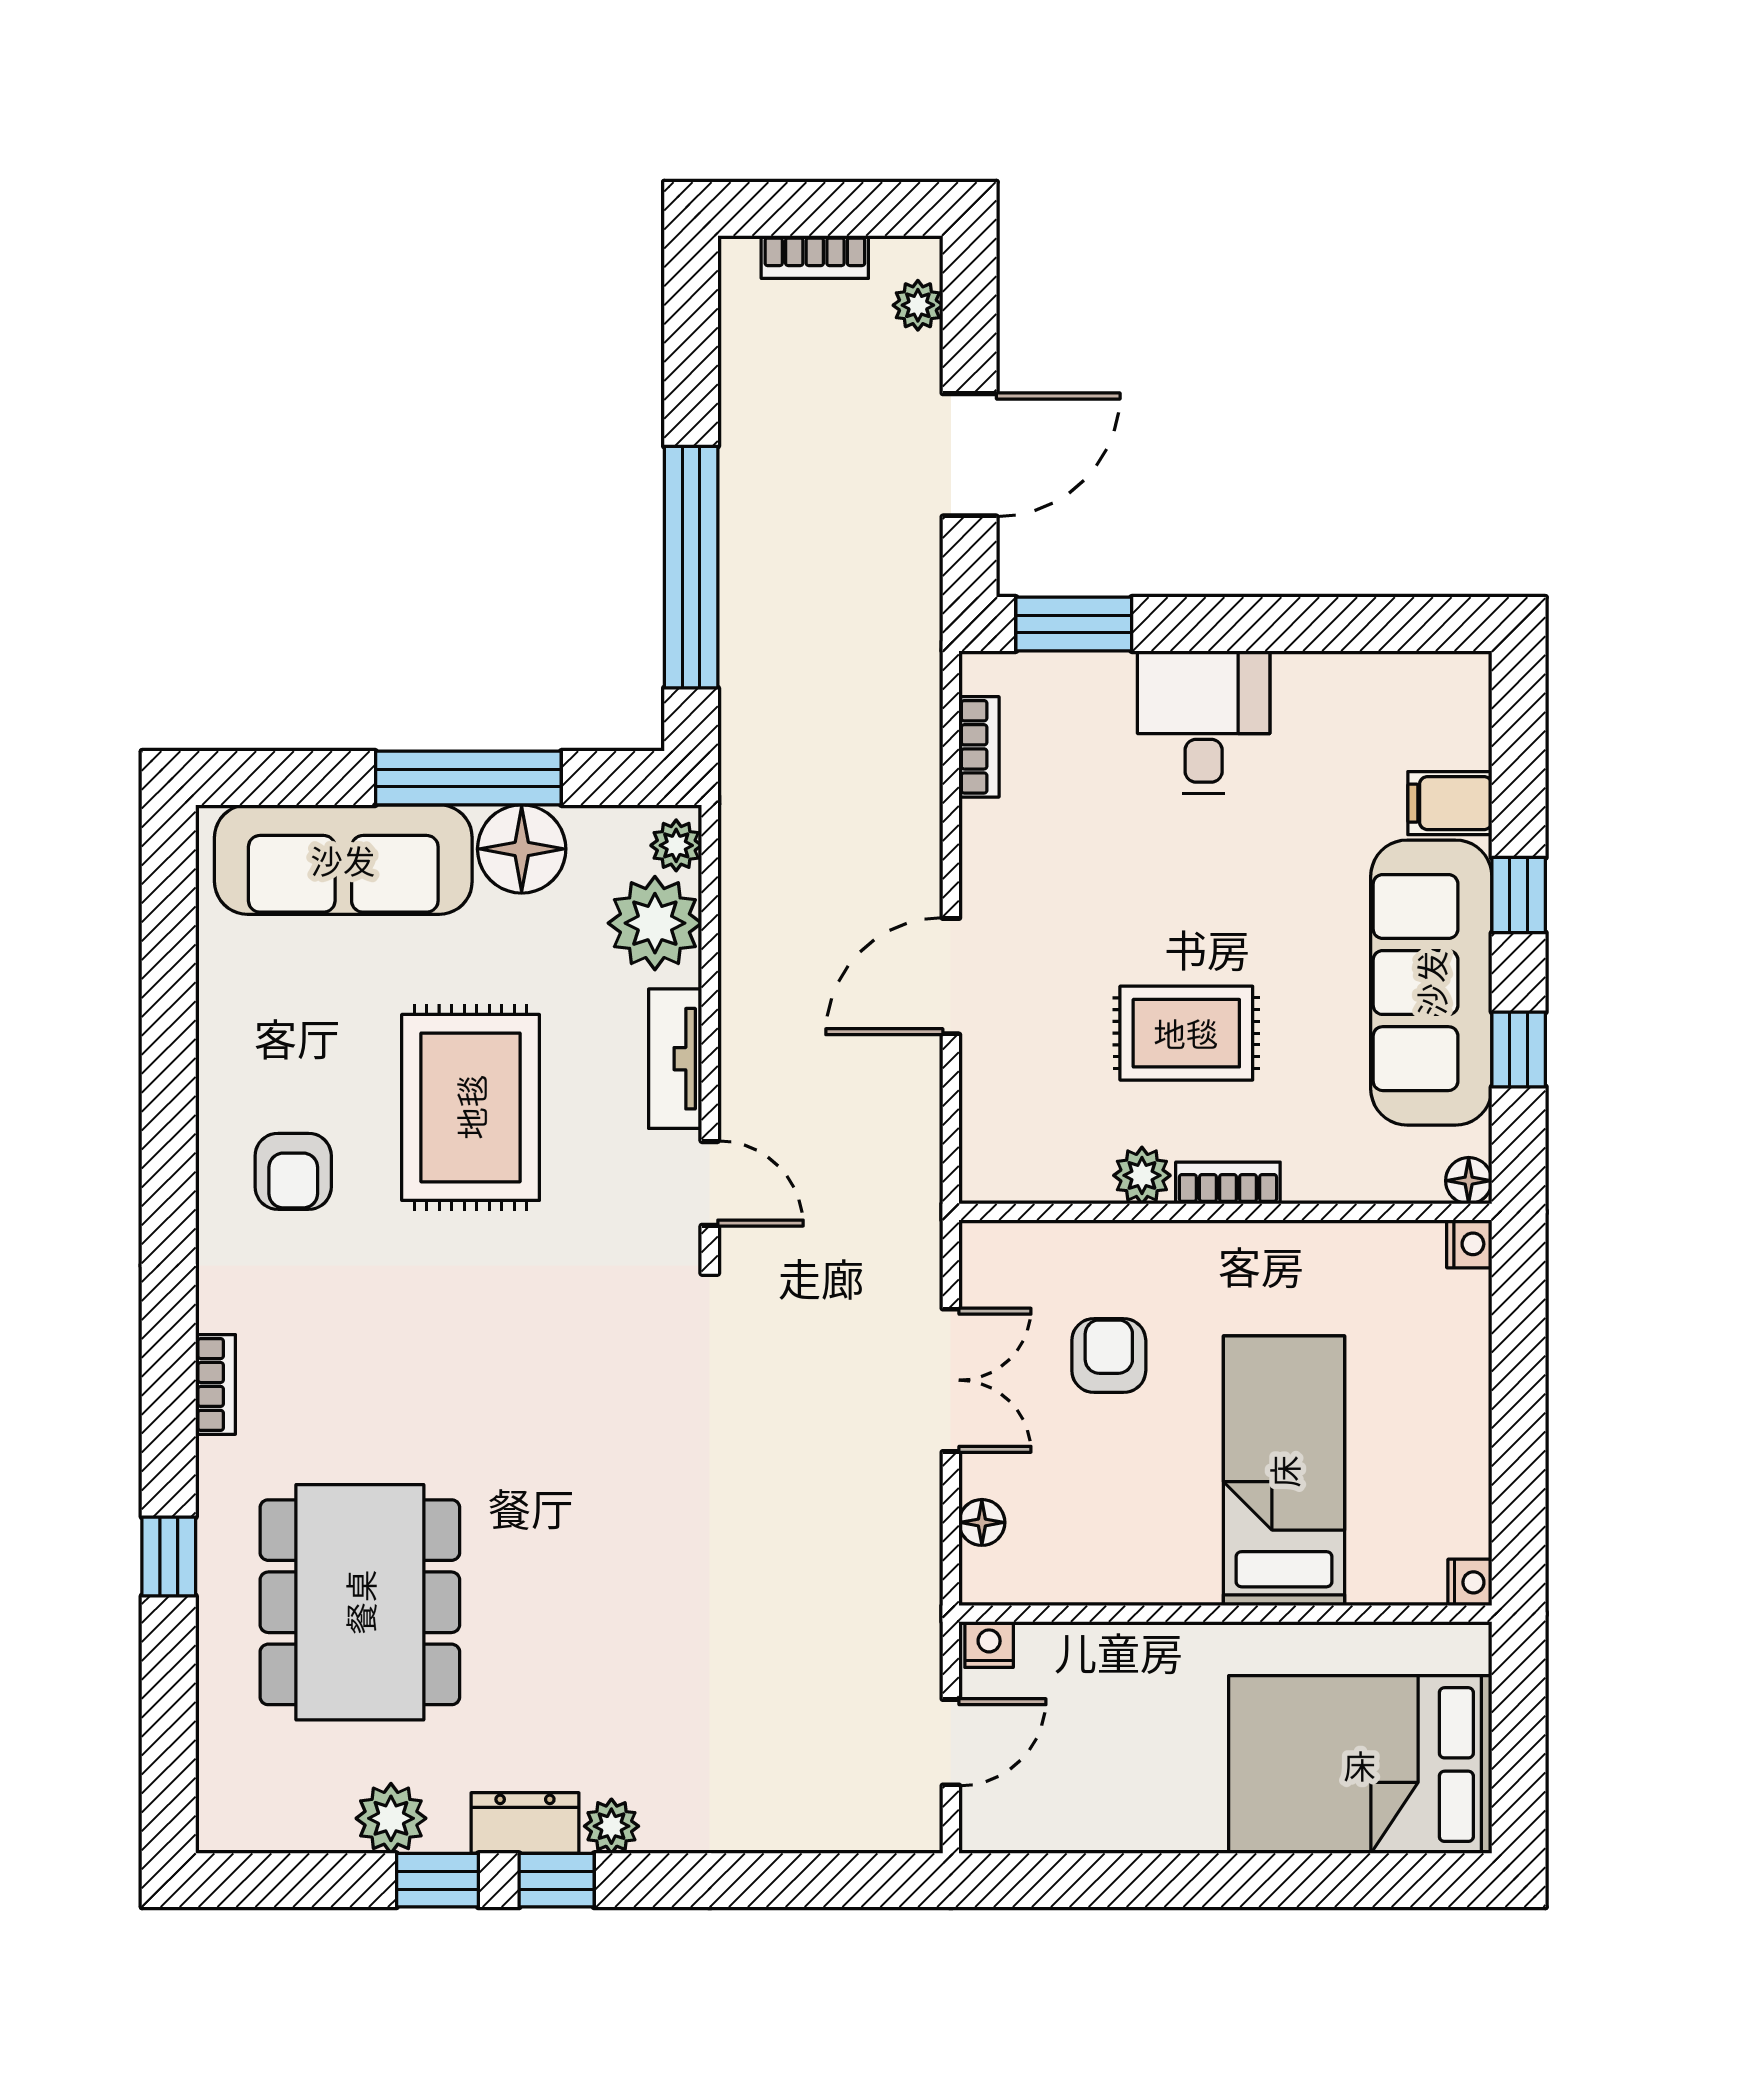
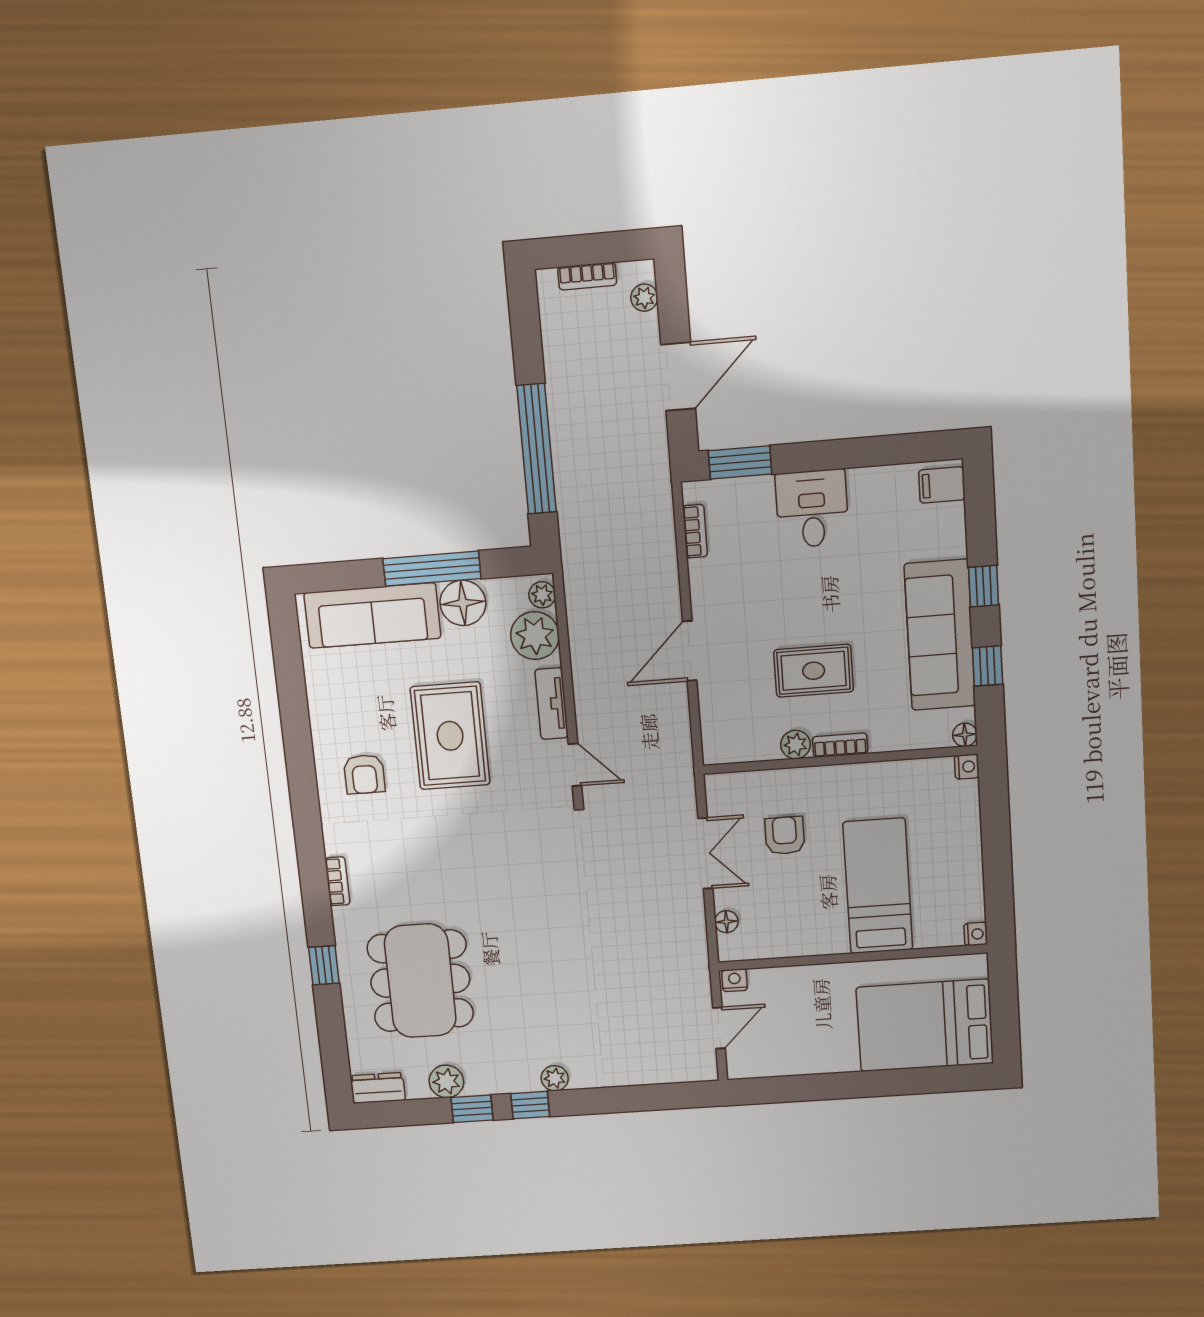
filing cabinet: (1450, 803) -> (942, 485), moved
dresser: (525, 1823) -> (378, 1088), moved

